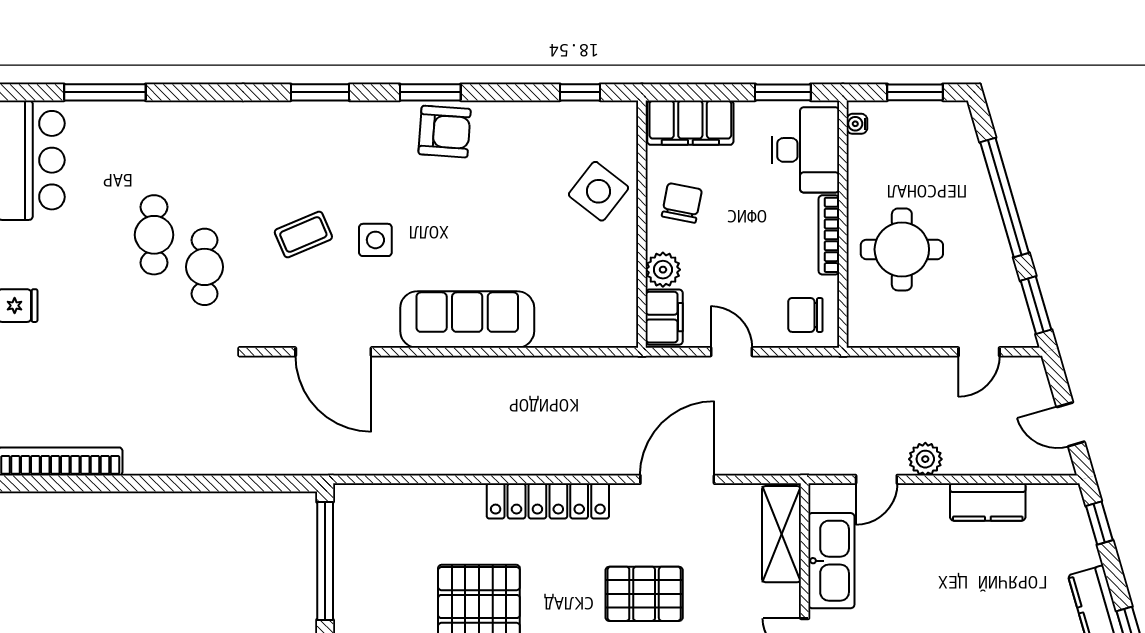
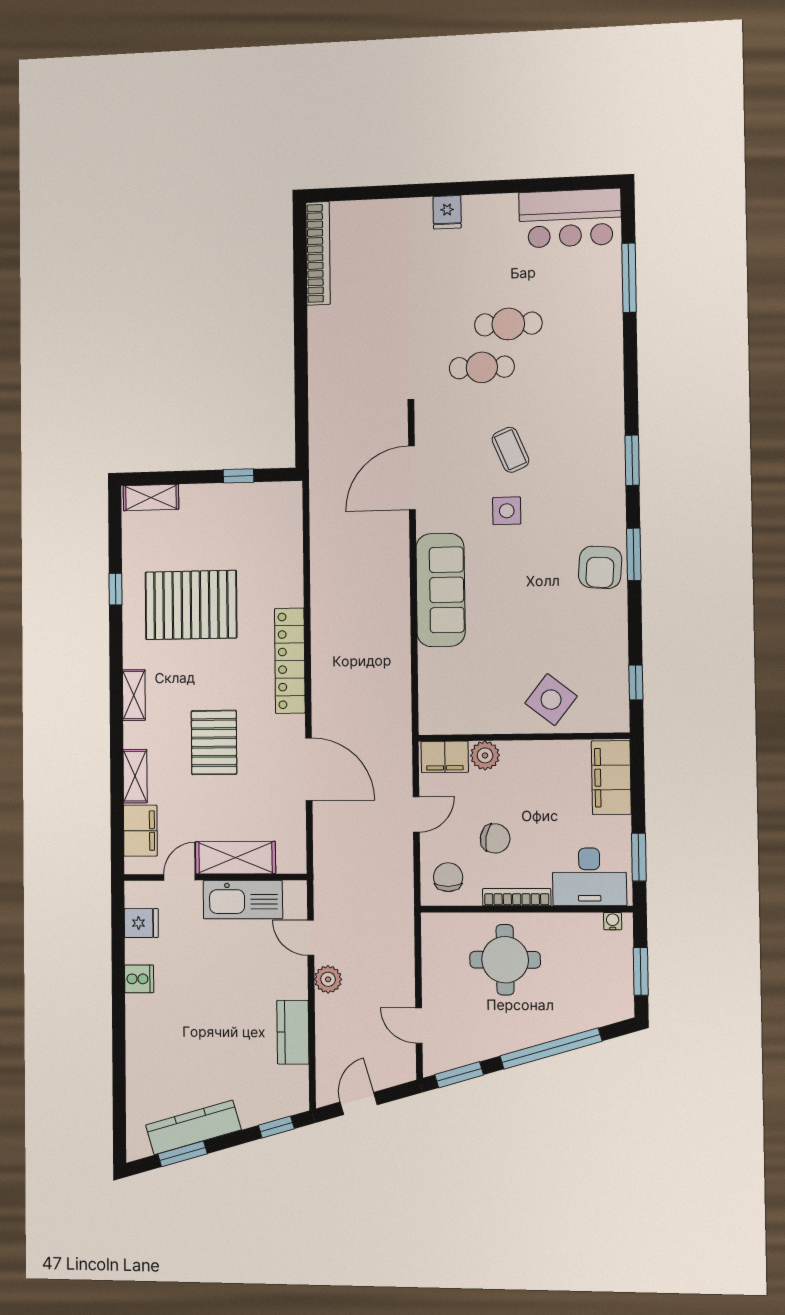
chair: (682, 203) -> (495, 838), moved
shelving: (781, 534) -> (235, 858), moved
window: (325, 561) -> (238, 476), width x0.32

